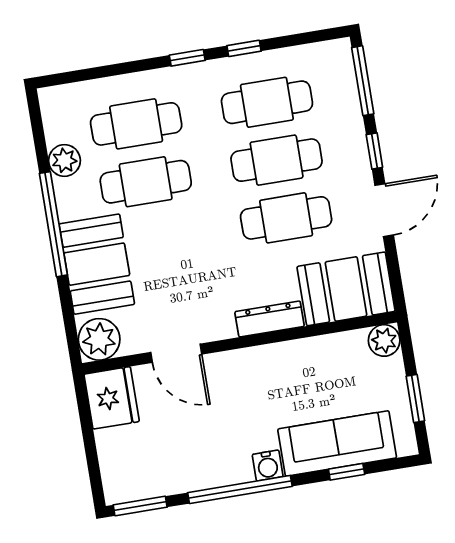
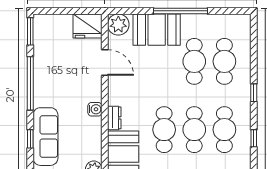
window: (244, 48) -> (254, 138), moved
plant: (64, 160) -> (212, 22), removed
dresser: (270, 319) -> (114, 118), width x0.70
door: (176, 353) -> (105, 62), swing flipped
water cooler: (268, 466) -> (95, 109), moved, turned 180

